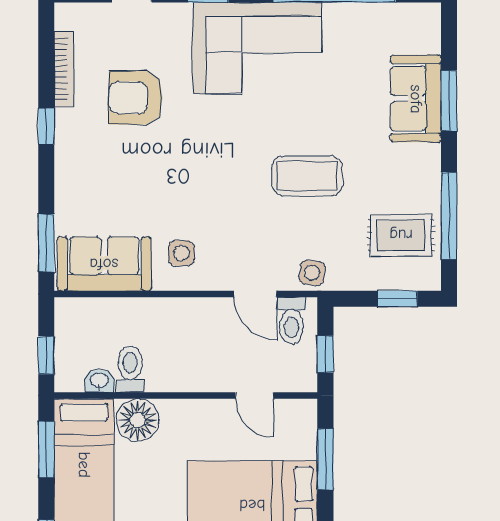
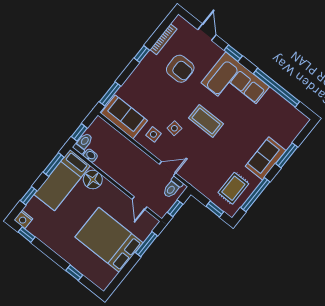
armchair: (136, 98) -> (180, 69), turned 180
sofa: (416, 99) -> (266, 158), moved
coffee table: (307, 176) -> (206, 121), moved
rug: (401, 235) -> (233, 188), turned 90
side table: (312, 273) -> (174, 128), moved
door: (255, 294) -> (167, 169), swing flipped
toilet: (130, 369) -> (83, 143), moved

